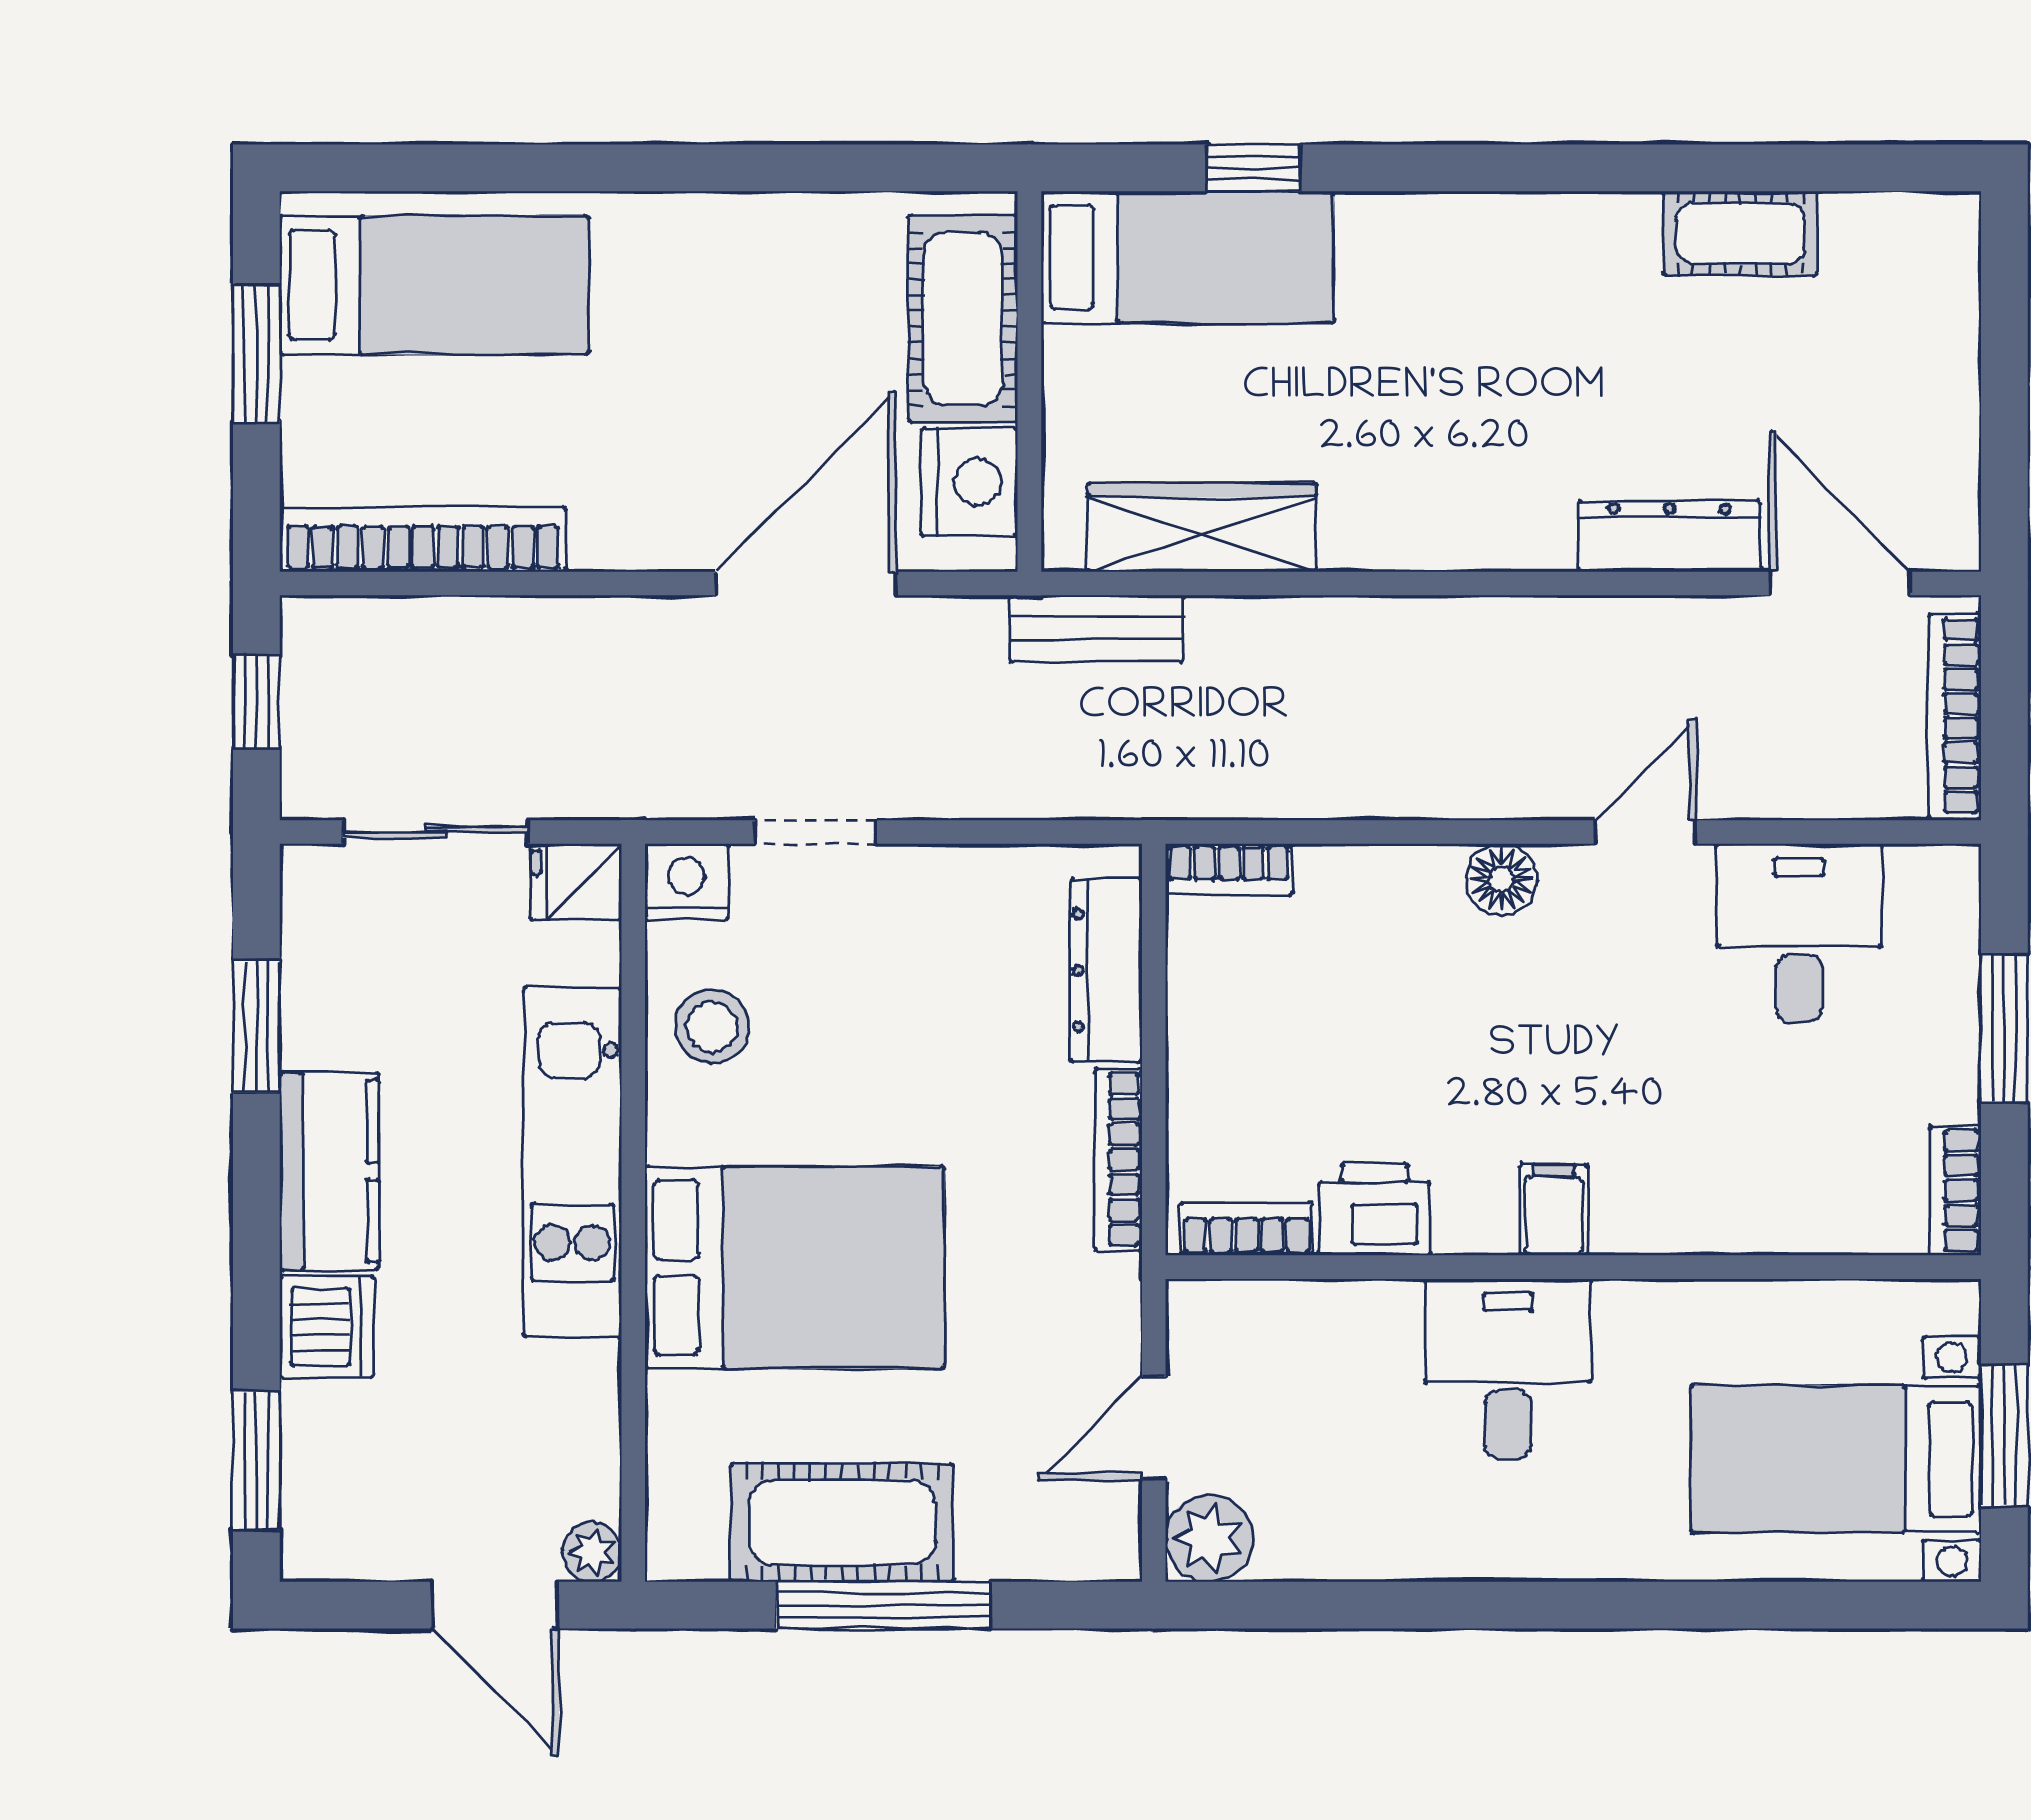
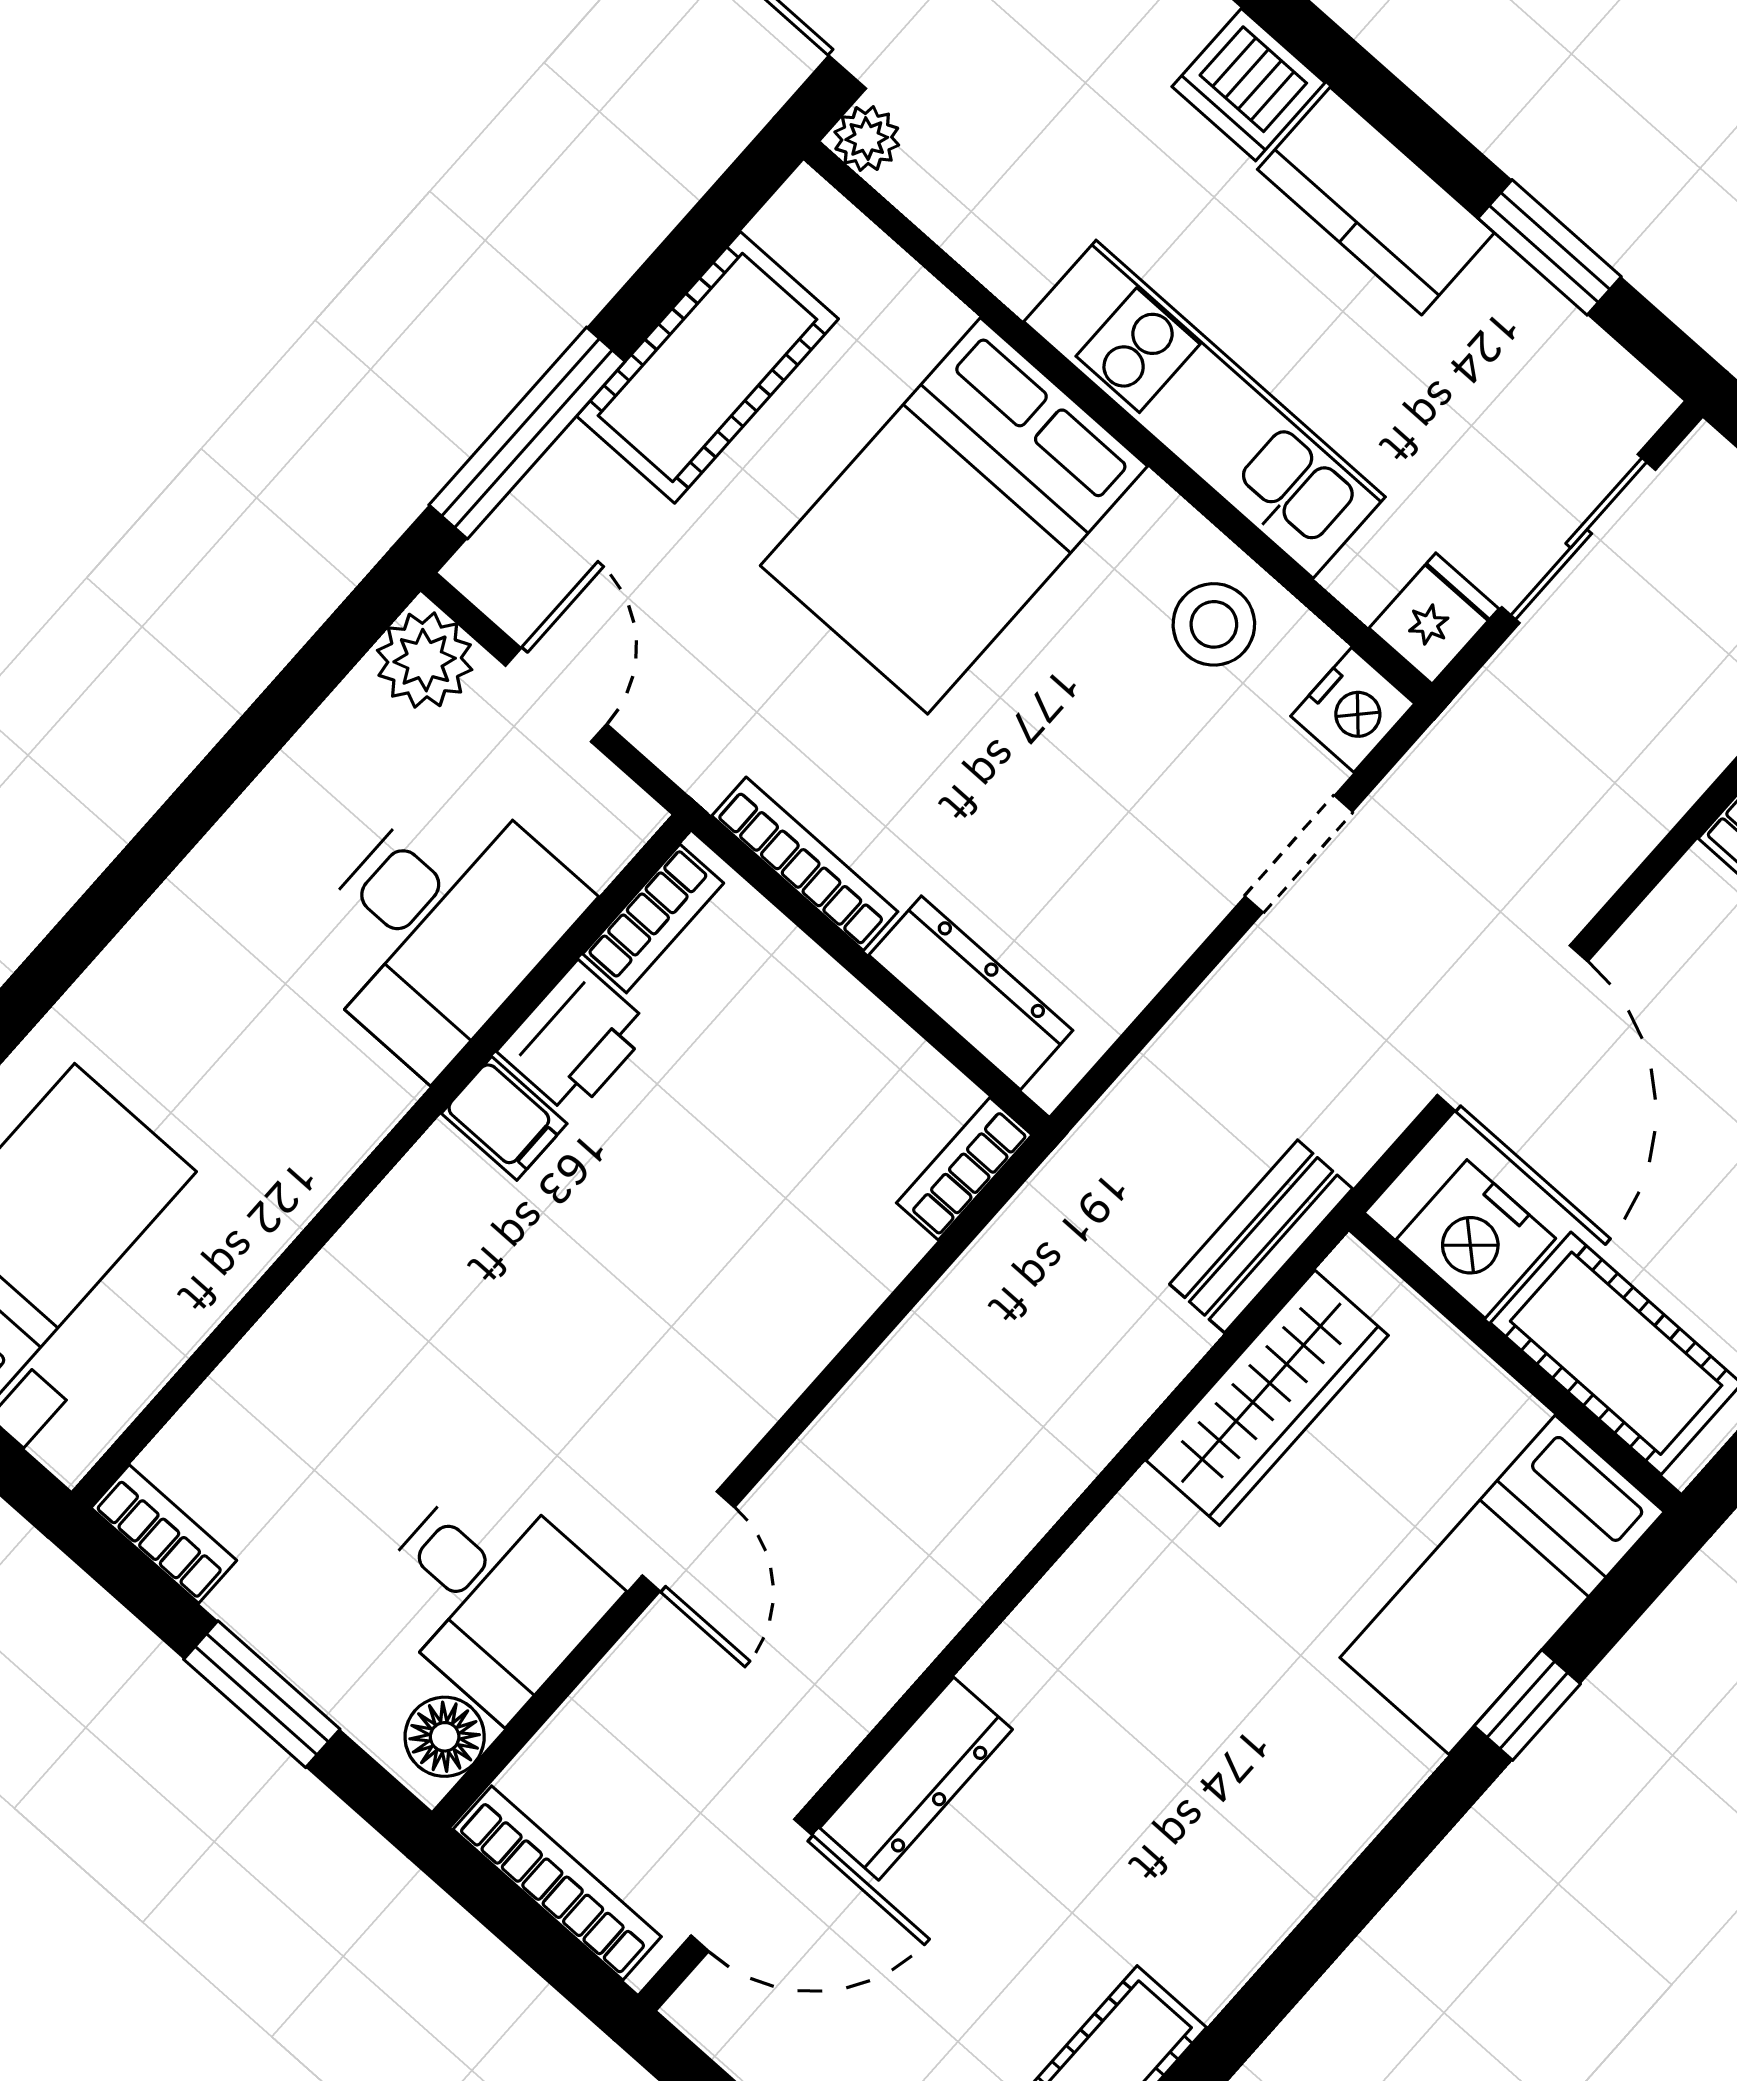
floor lamp: (1502, 879) -> (445, 1737), moved
filing cabinet: (1554, 1210) -> (504, 1118), moved
desk: (1508, 1369) -> (440, 925), moved, width x1.37
window: (884, 1605) -> (527, 433), moved

